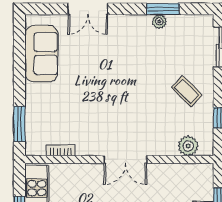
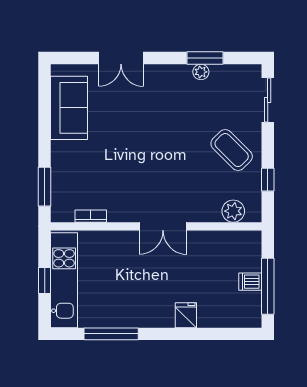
coffee table: (187, 91) -> (232, 150), width x1.36, depth x1.30

